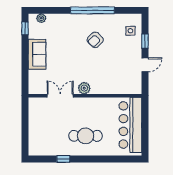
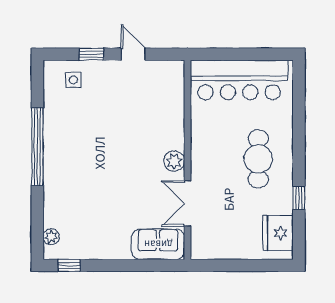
armchair: (95, 40) -> (89, 142), removed
sofa: (37, 54) -> (158, 244), moved
fridge: (43, 147) -> (278, 233), added

